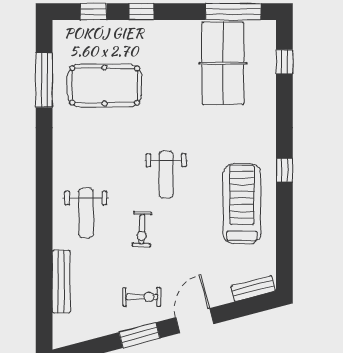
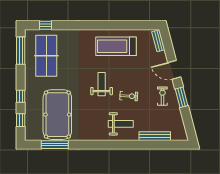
table tennis table: (223, 63) -> (46, 56), turned 90
pool table: (105, 85) -> (57, 115), width x1.36, depth x1.32
window: (284, 170) -> (99, 25), removed
weight bench: (166, 174) -> (102, 84), turned -90

